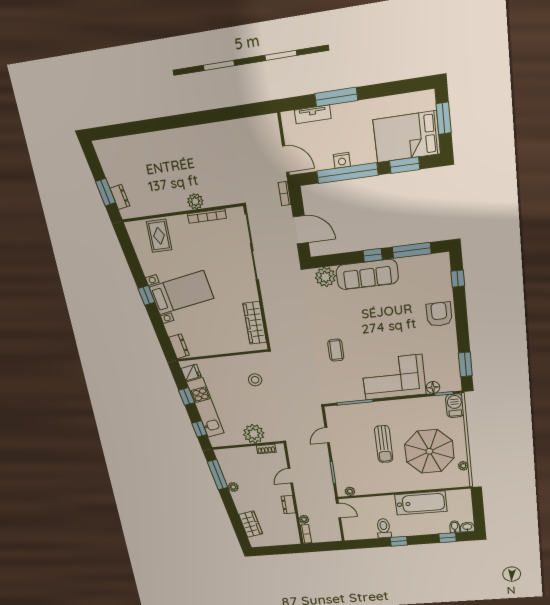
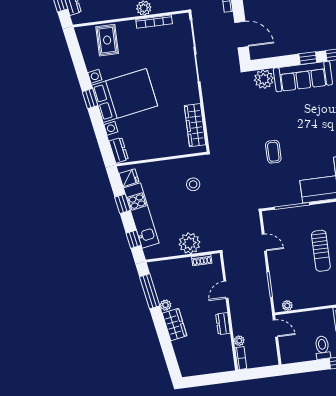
bed with nightstands: (181, 293) -> (125, 95), width x1.36
door: (327, 435) -> (264, 243), swing flipped
wardrobe: (251, 524) -> (175, 325), moved

